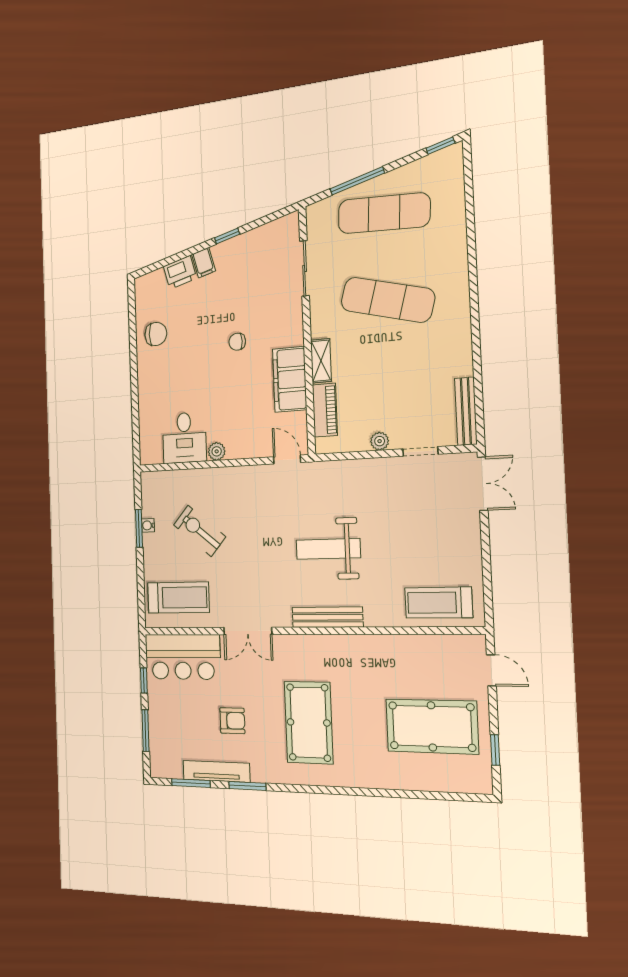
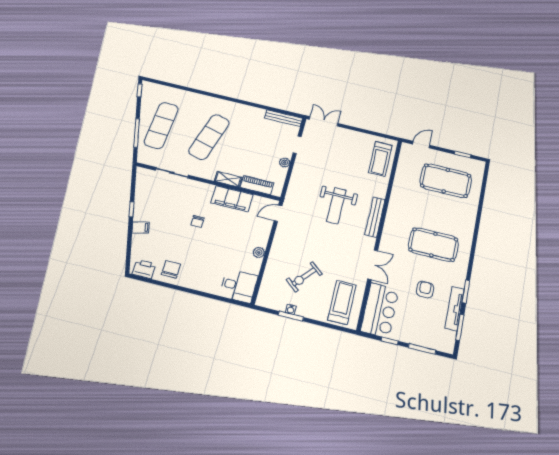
printer: (180, 272) -> (144, 269), moved, turned -75
desk: (184, 438) -> (239, 286), moved
pool table: (432, 726) -> (446, 181), turned 90

